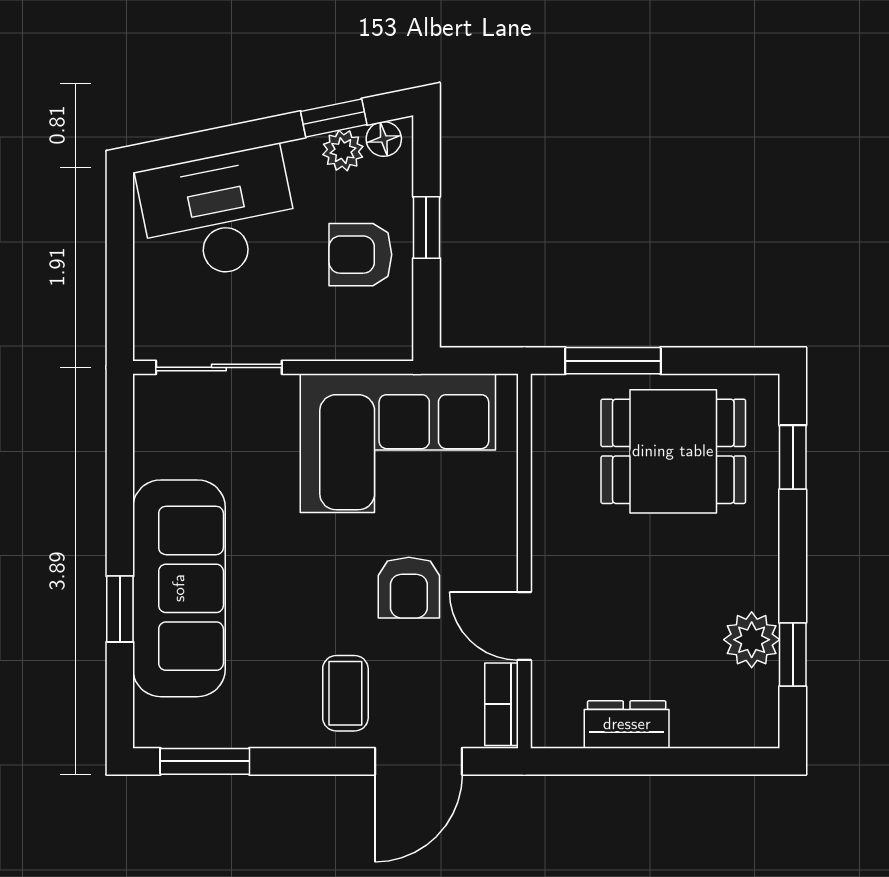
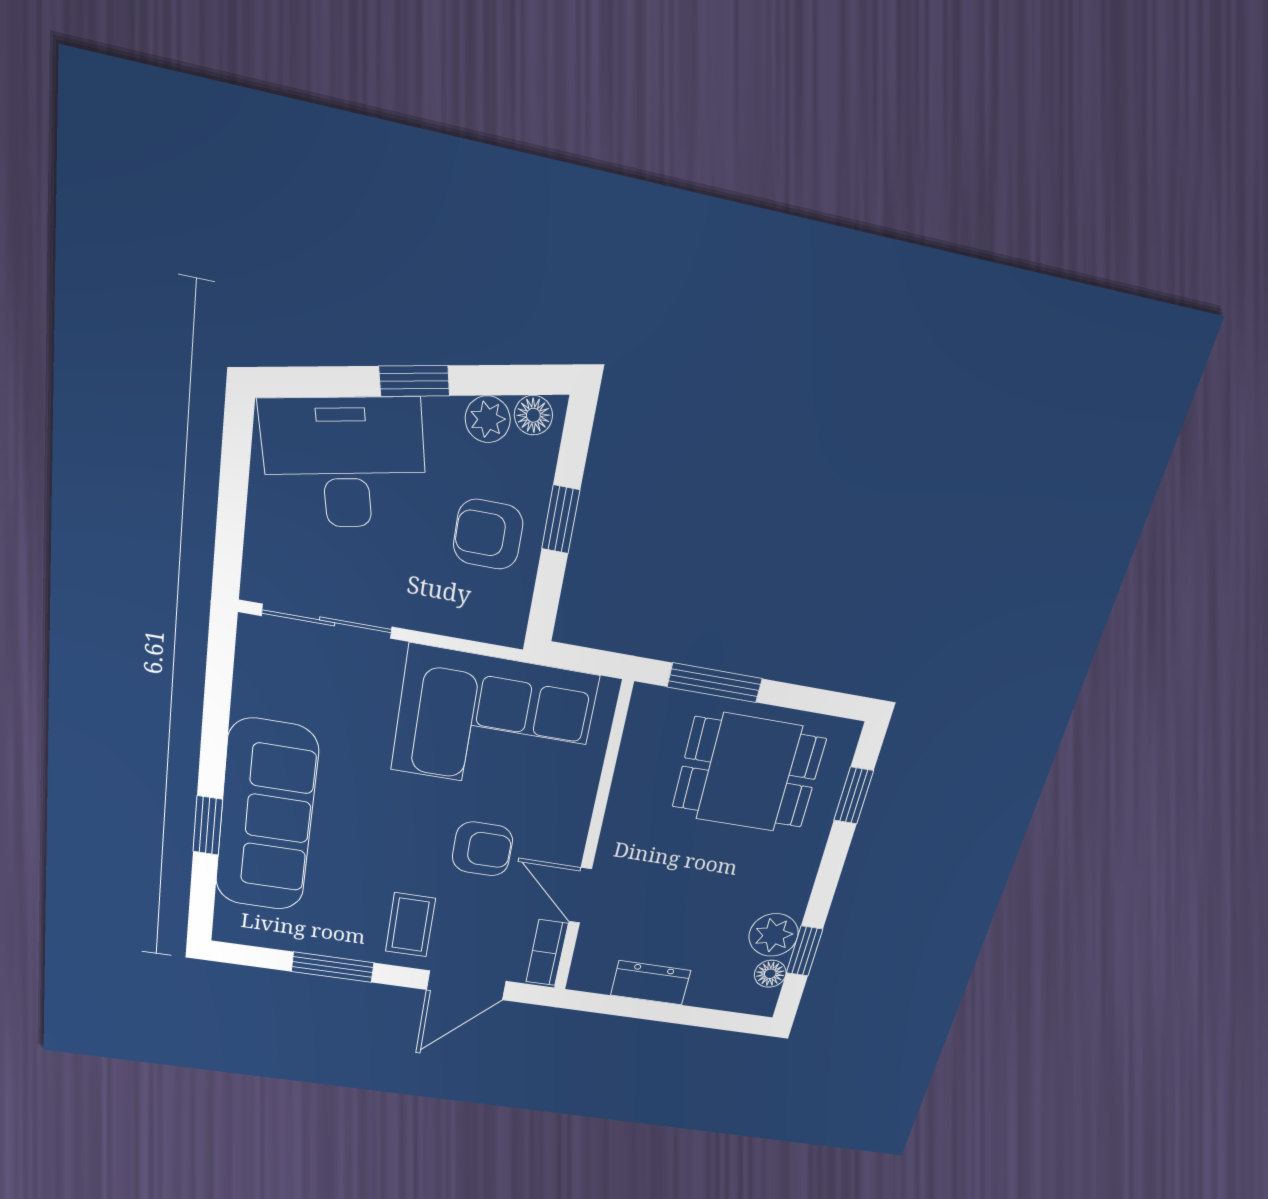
window: (334, 118) -> (414, 381), moved
armchair: (409, 588) -> (482, 849), turned -90
floor lamp: (761, 690) -> (770, 974), added
window: (205, 761) -> (333, 967), moved

